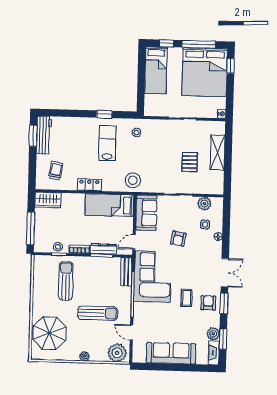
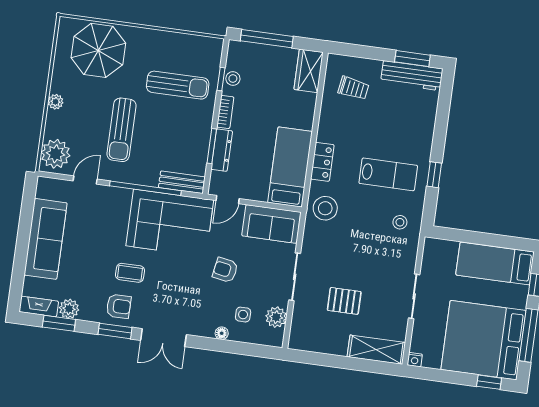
shelving: (218, 153) -> (376, 350), moved
locker: (89, 185) -> (322, 162), moved
door: (134, 242) -> (228, 199), swing flipped

